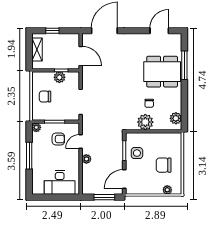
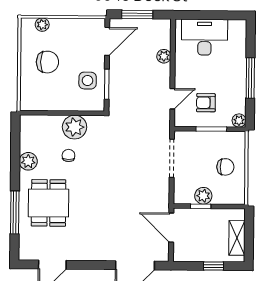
dining table: (162, 72) -> (49, 203), width x0.73
plant: (176, 118) -> (28, 161), moved
plant: (86, 159) -> (164, 56), moved

